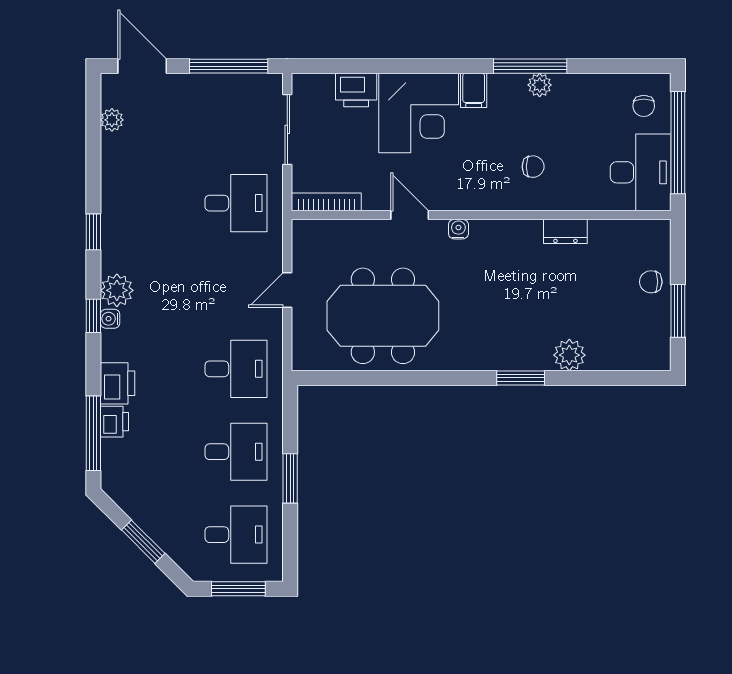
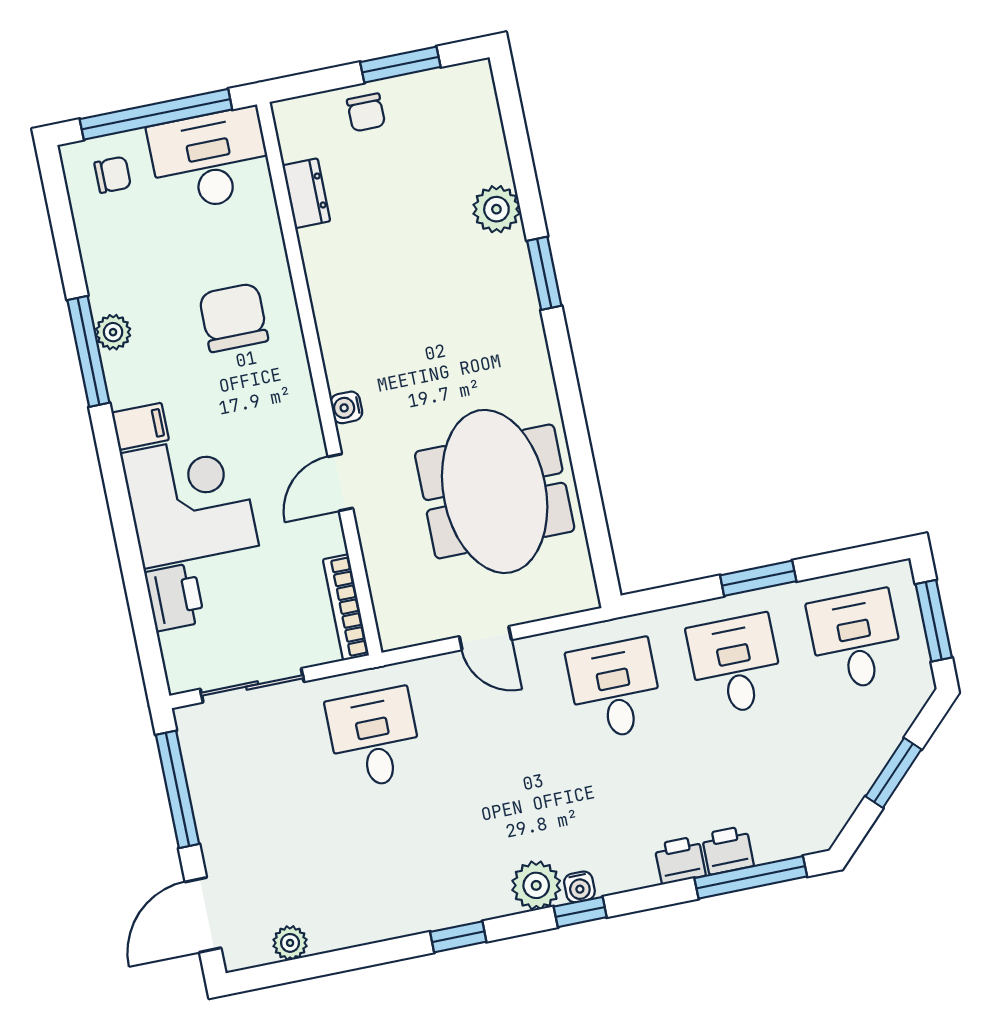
chair: (533, 167) -> (233, 317), width x1.87, depth x1.87
dresser: (565, 231) -> (306, 193), moved
printer: (118, 383) -> (680, 860), width x0.73, depth x0.81

